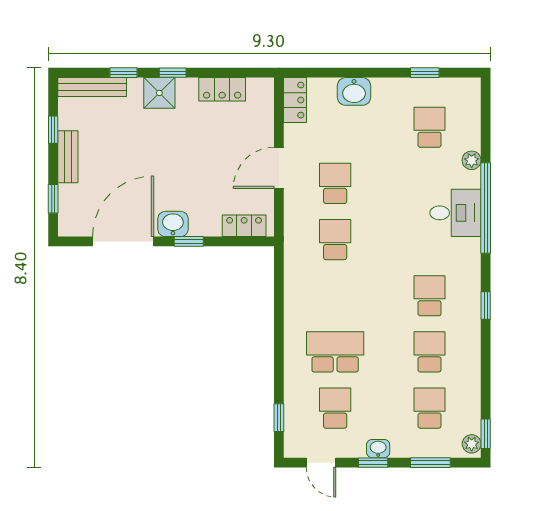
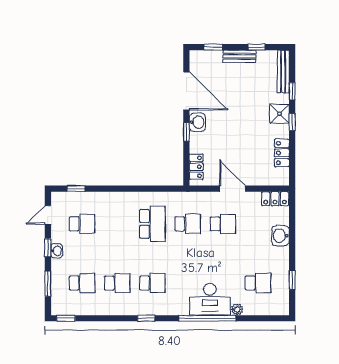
desk: (455, 213) -> (210, 299), width x1.37
school desk: (335, 352) -> (152, 224), moved
plant: (472, 444) -> (60, 309), removed

